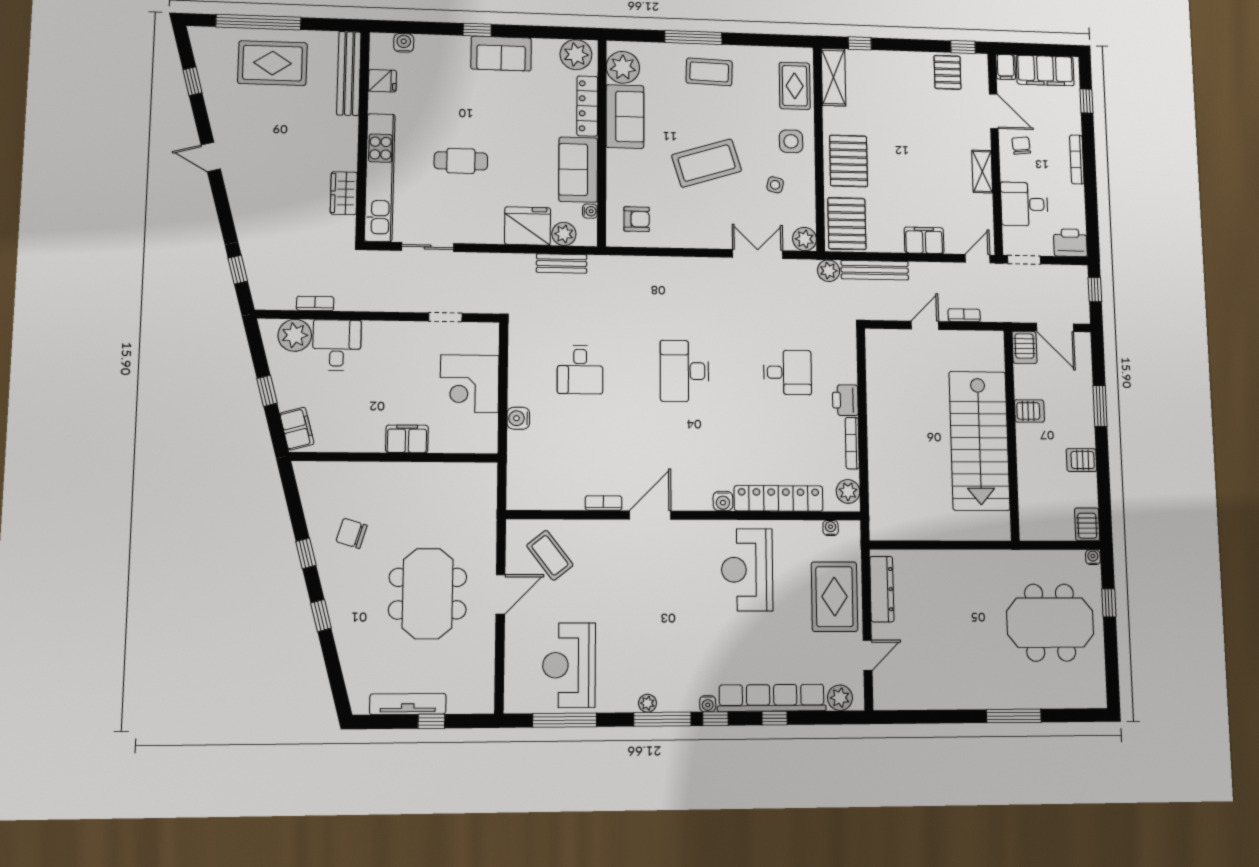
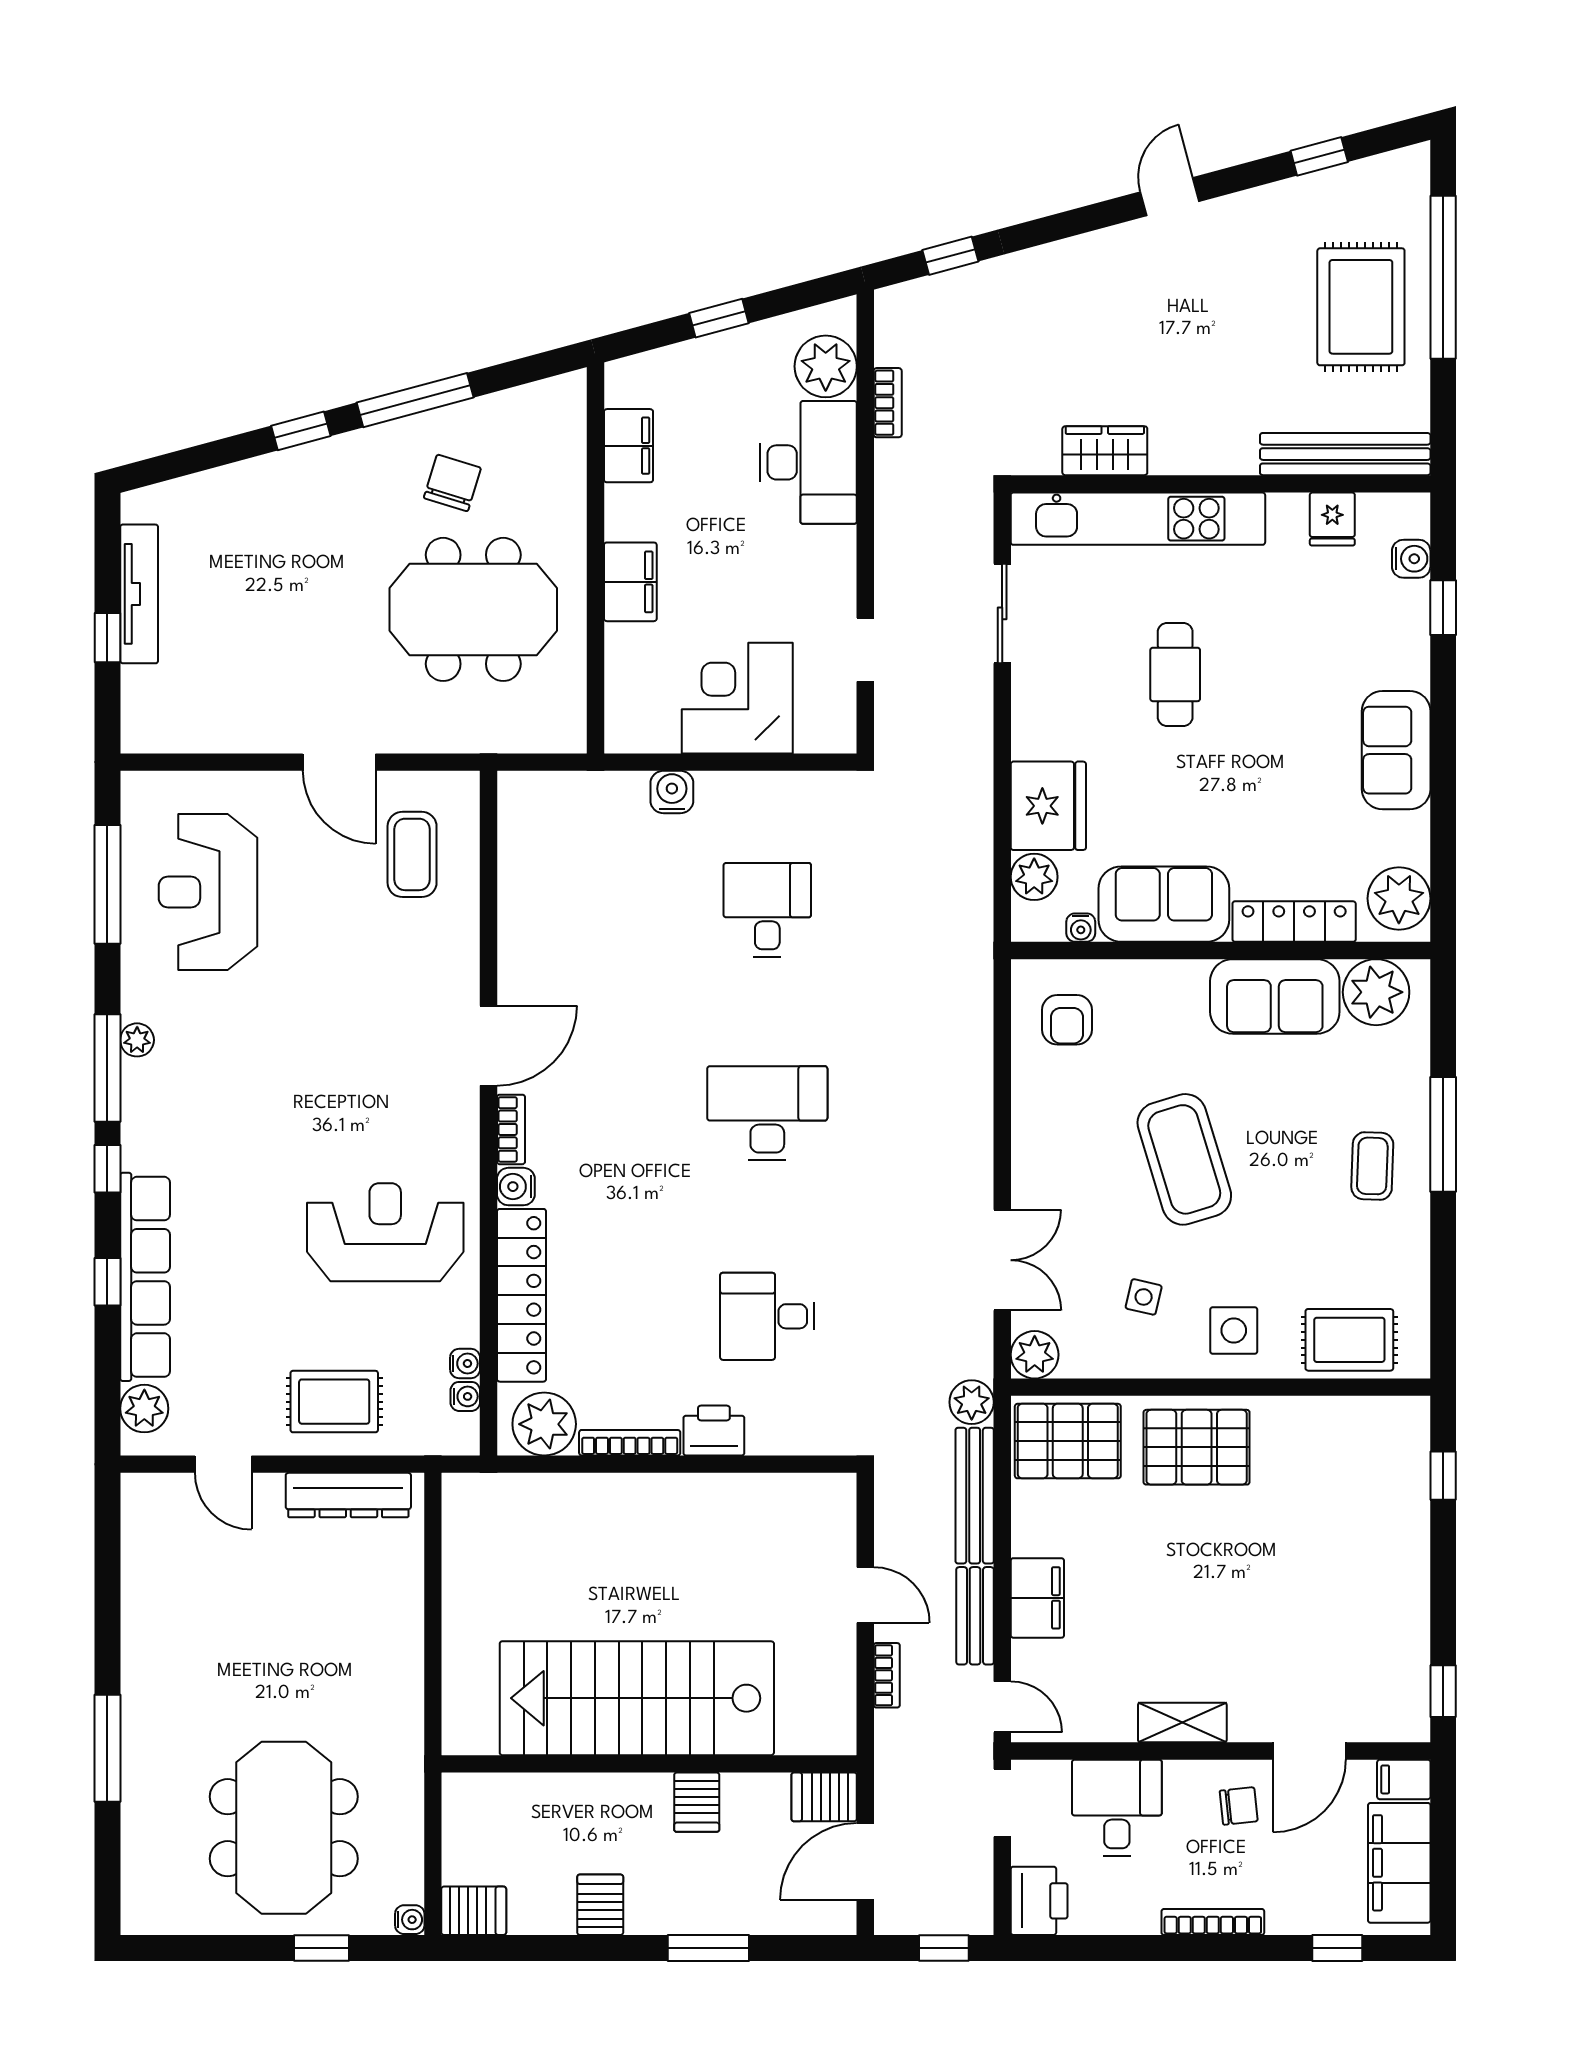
window: (477, 30) -> (1443, 608), moved
coffee table: (709, 72) -> (1372, 1166), width x0.73, depth x0.77
pallet: (947, 72) -> (1388, 1657), removed
shelving: (833, 77) -> (1370, 1420), removed
bench: (562, 264) -> (975, 1616), moved
desk: (337, 345) -> (808, 462), width x1.37
desk: (580, 370) -> (767, 910), turned 90
desk: (787, 372) -> (767, 1316), turned 90
filing cabinet: (297, 429) -> (629, 446), moved, turned -75
plant: (848, 491) -> (544, 1424), width x1.36, depth x1.36
bookcase: (603, 503) -> (511, 1129), moved
door: (650, 515) -> (488, 1046), hinge flipped
window: (306, 553) -> (415, 400), width x2.17
coffee table: (550, 555) -> (412, 854), turned -52
meeting table: (428, 594) -> (473, 609), moved
rug: (834, 597) -> (334, 1402), width x0.73, depth x0.70
reception desk: (569, 665) -> (208, 892), turned -90
water cooler: (708, 704) -> (465, 1363), moved, turned 180

